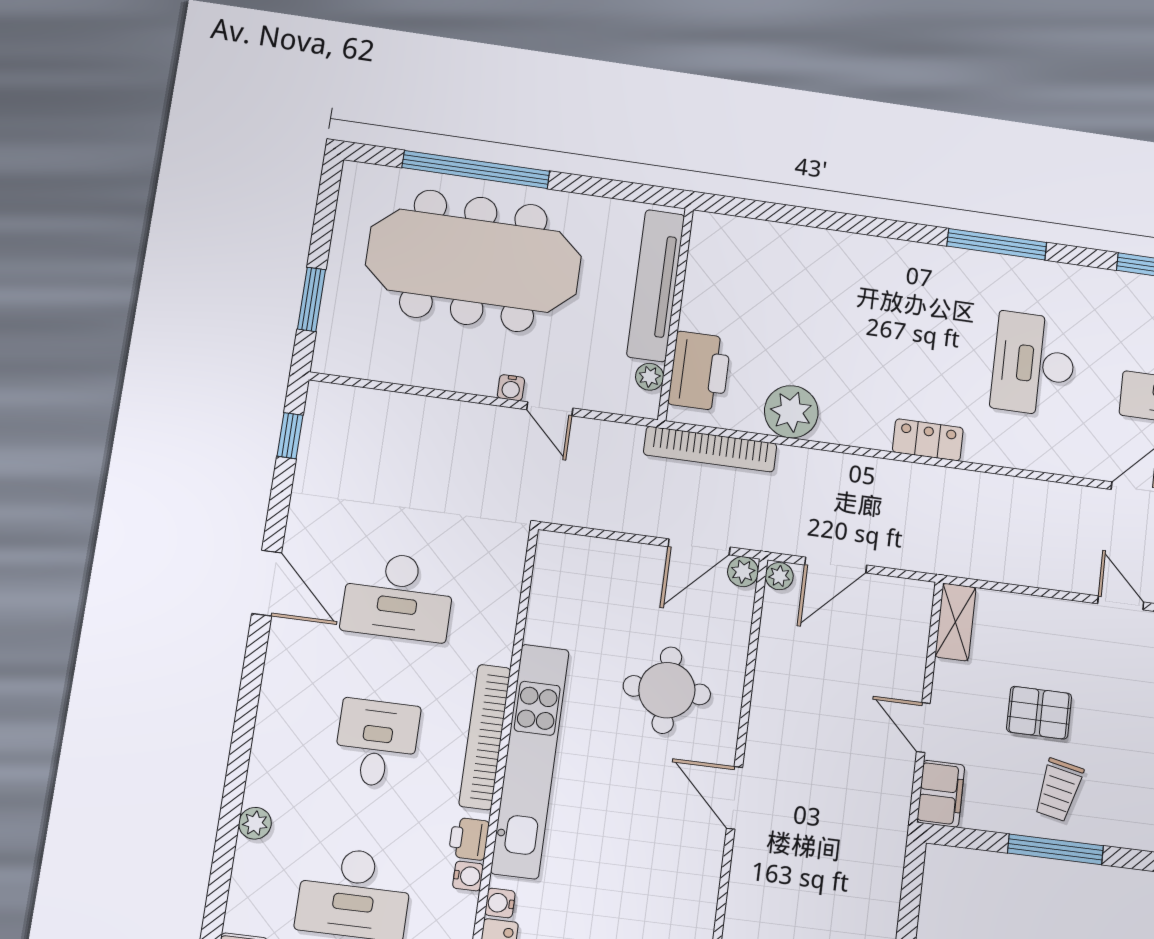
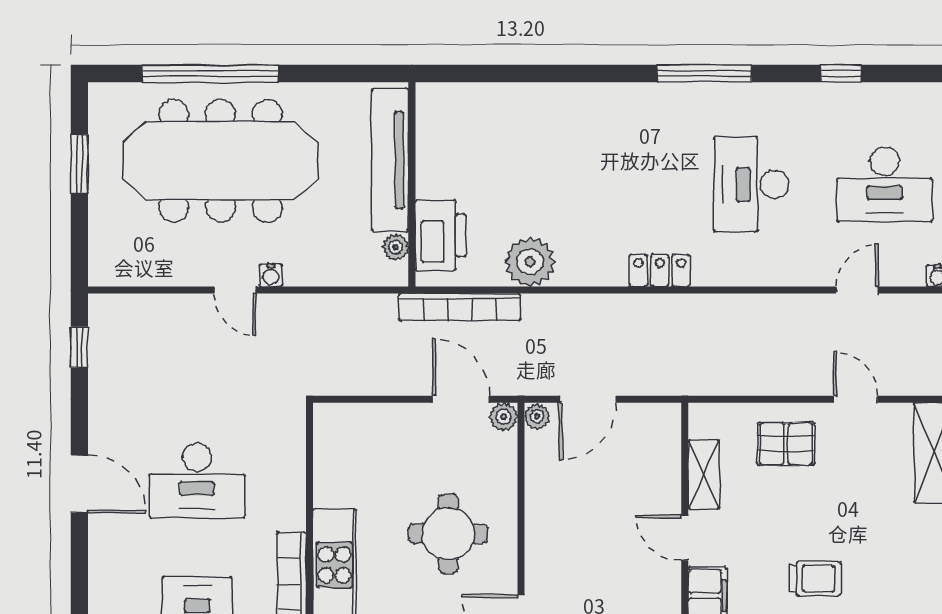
window: (311, 299) -> (79, 164), moved
door: (550, 409) -> (235, 290), moved
door: (699, 547) -> (461, 399), swing flipped
shelving: (955, 622) -> (704, 475), moved
pallet: (1039, 713) -> (786, 444), moved
trolley: (1059, 790) -> (815, 579), turned -102

